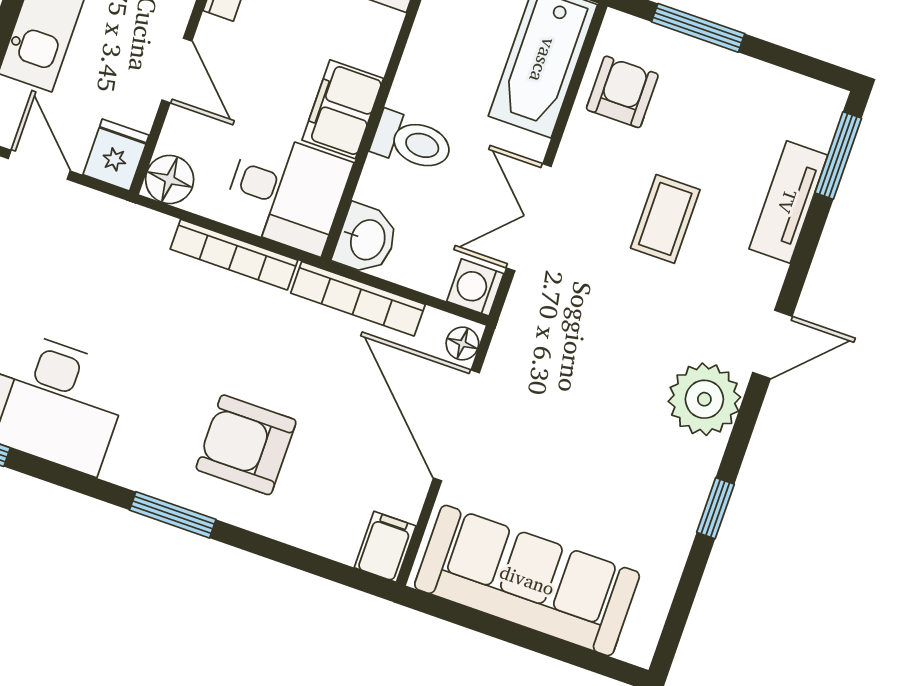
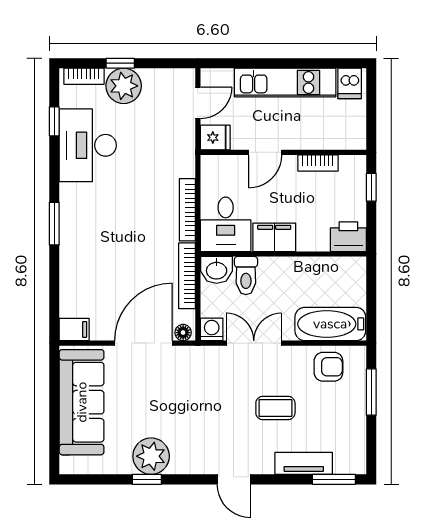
toilet: (412, 142) -> (246, 276), moved
floor lamp: (170, 179) -> (212, 167), removed
plant: (704, 399) -> (151, 456), moved
armchair: (246, 445) -> (99, 247), removed

